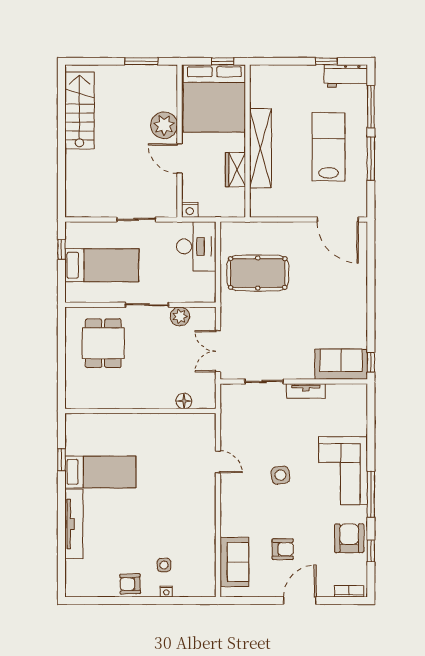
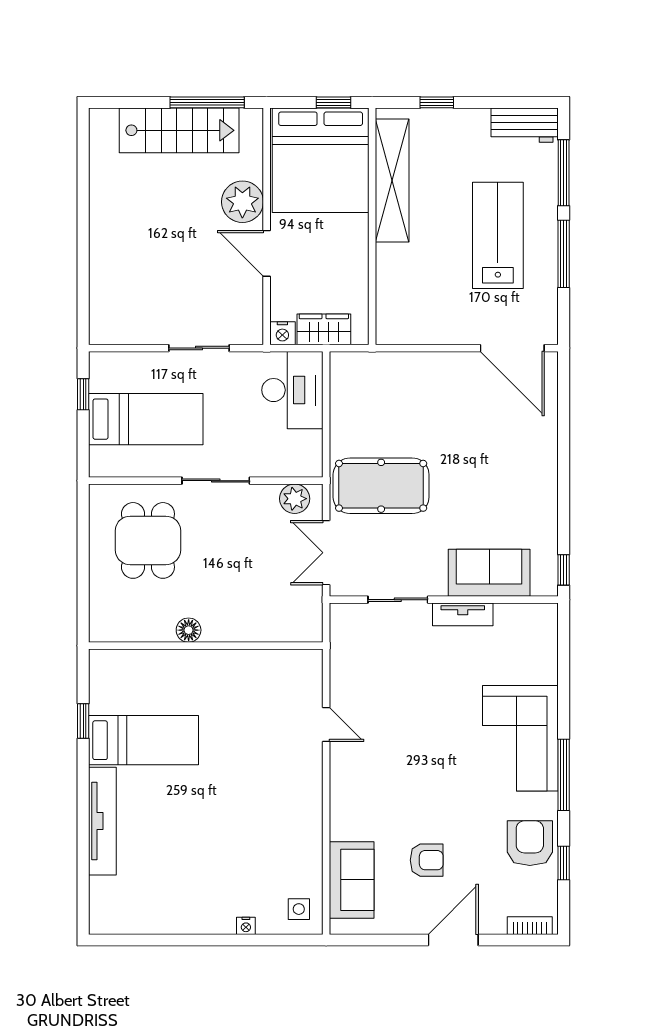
window: (141, 61) -> (207, 102), width x1.44
window: (326, 61) -> (437, 102), moved
stairs: (79, 110) -> (179, 130), moved, turned 90
shelving: (260, 148) -> (392, 181), moved
wardrobe: (235, 170) -> (324, 329), moved, turned 90
pool table: (258, 273) -> (381, 486), moved
plant: (180, 316) -> (295, 499), moved
sofa: (341, 364) -> (489, 573), moved
floor lamp: (184, 401) -> (189, 630), moved
side table: (280, 475) -> (423, 745), removed
side table: (164, 565) -> (299, 909), moved
armchair: (130, 584) -> (190, 914), removed

